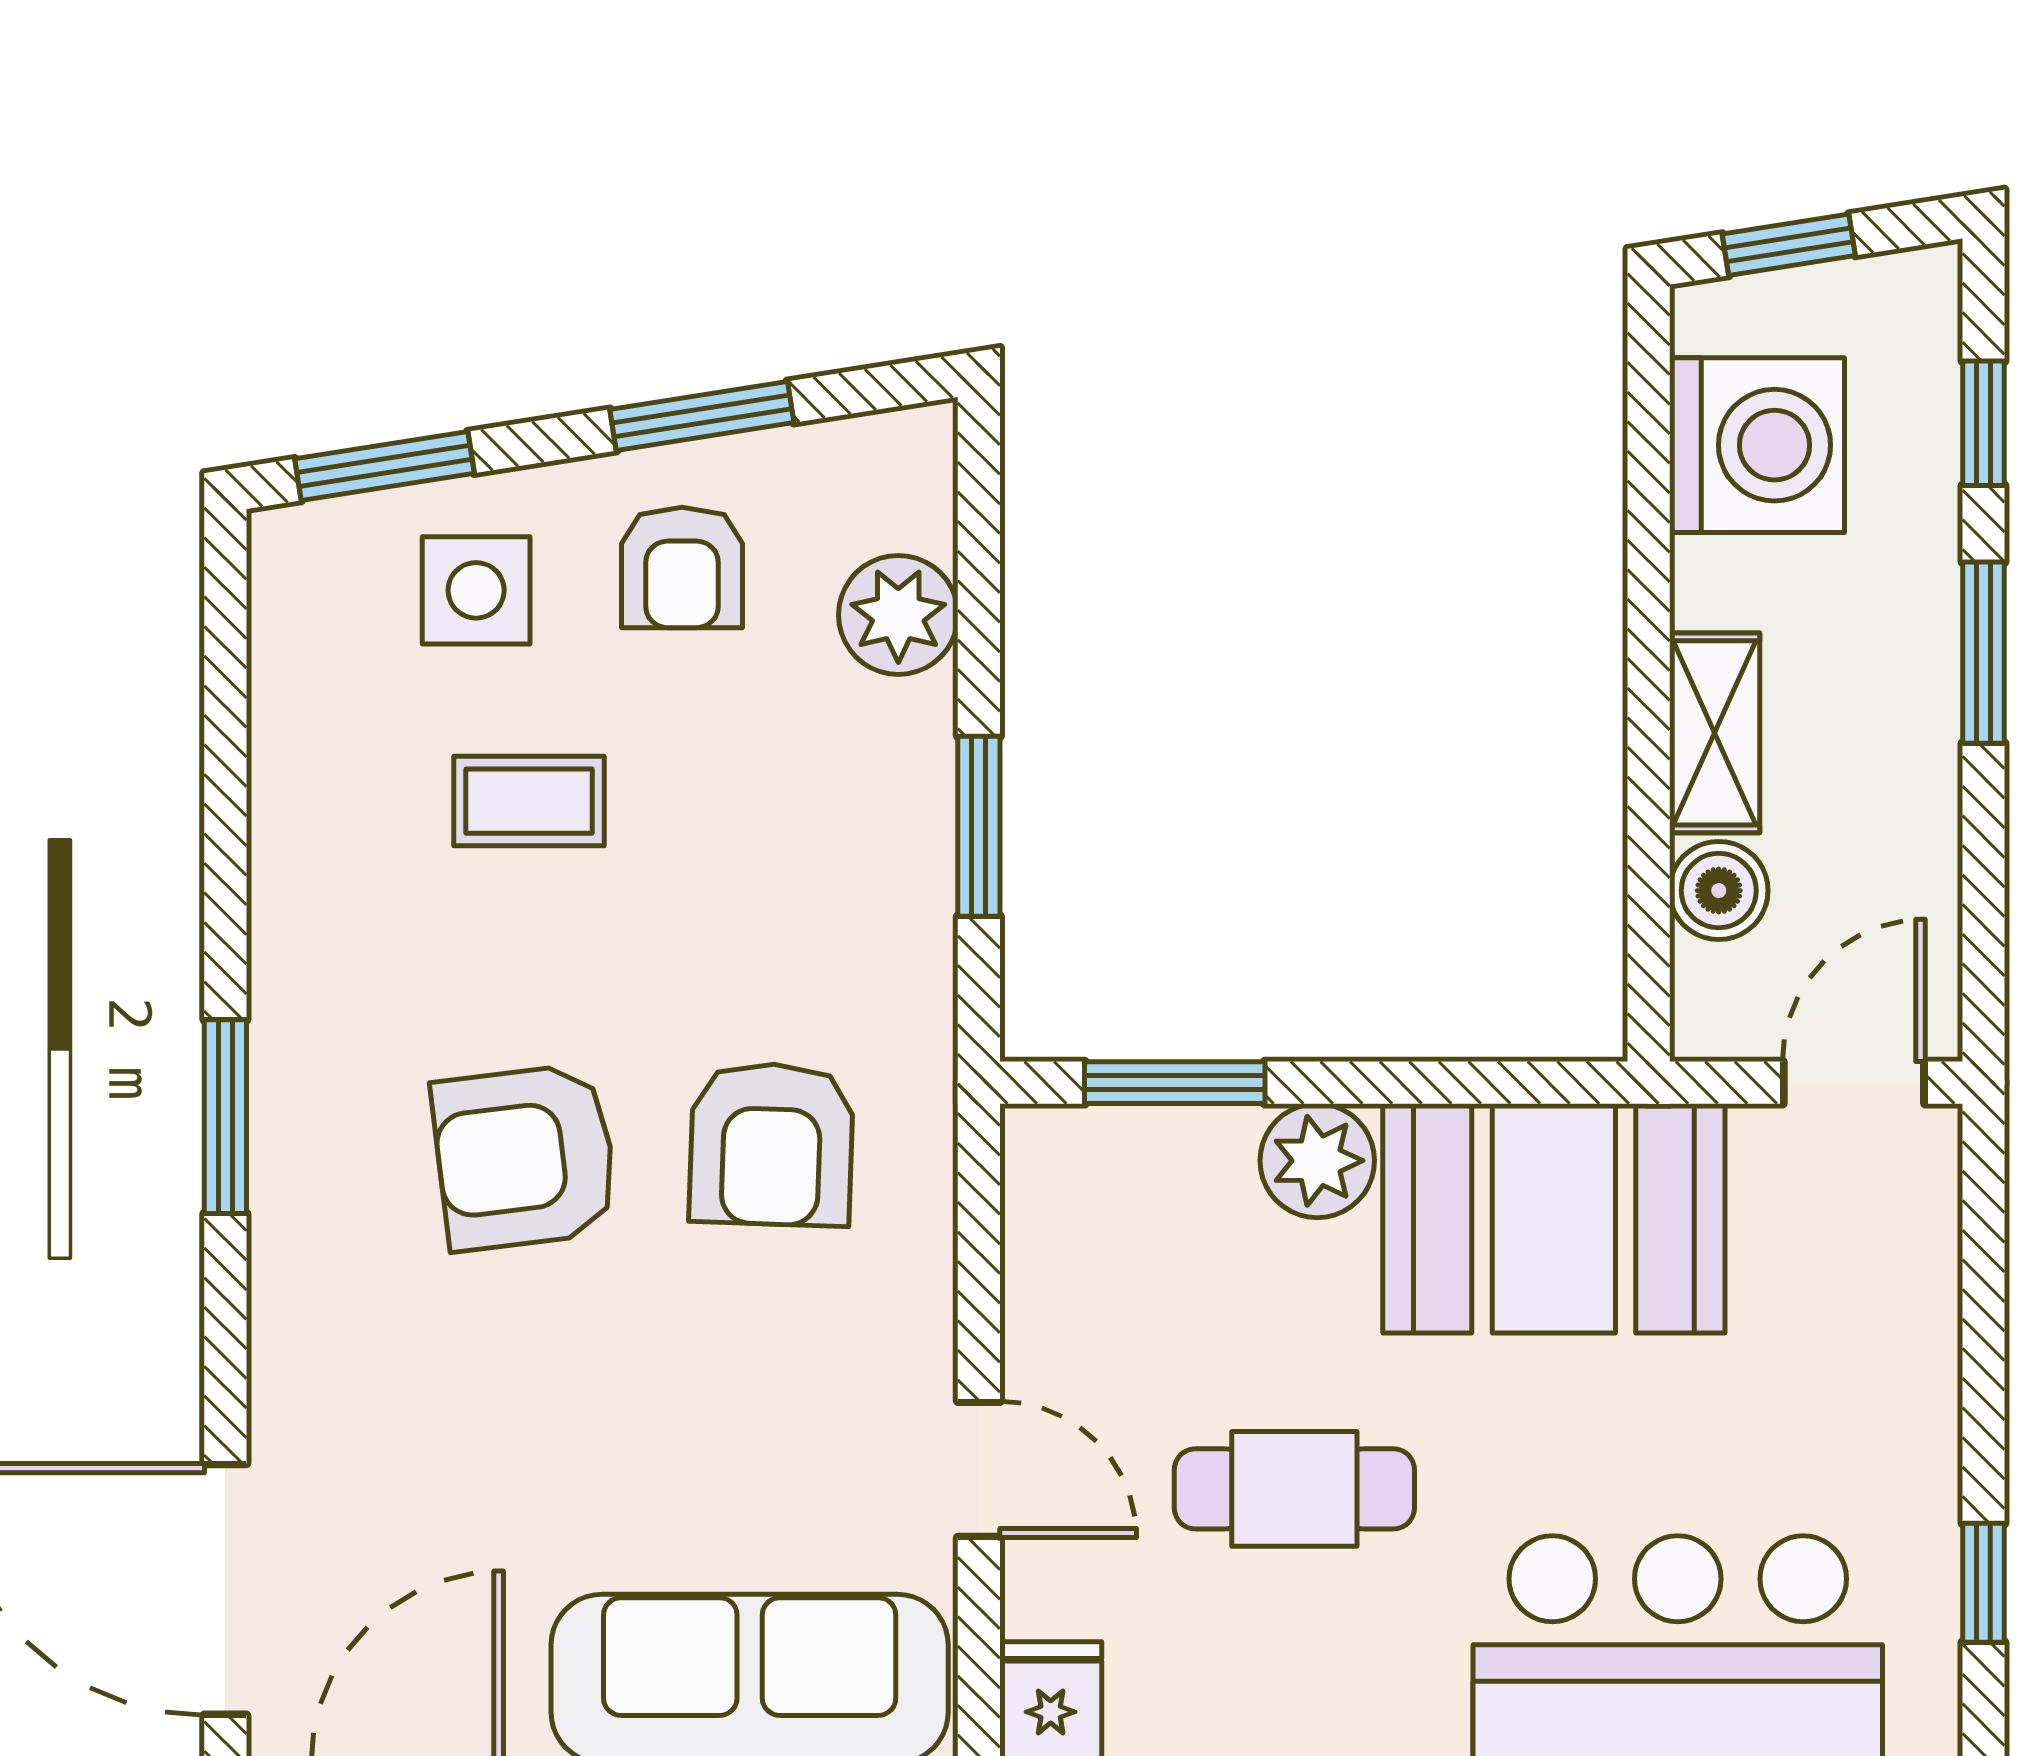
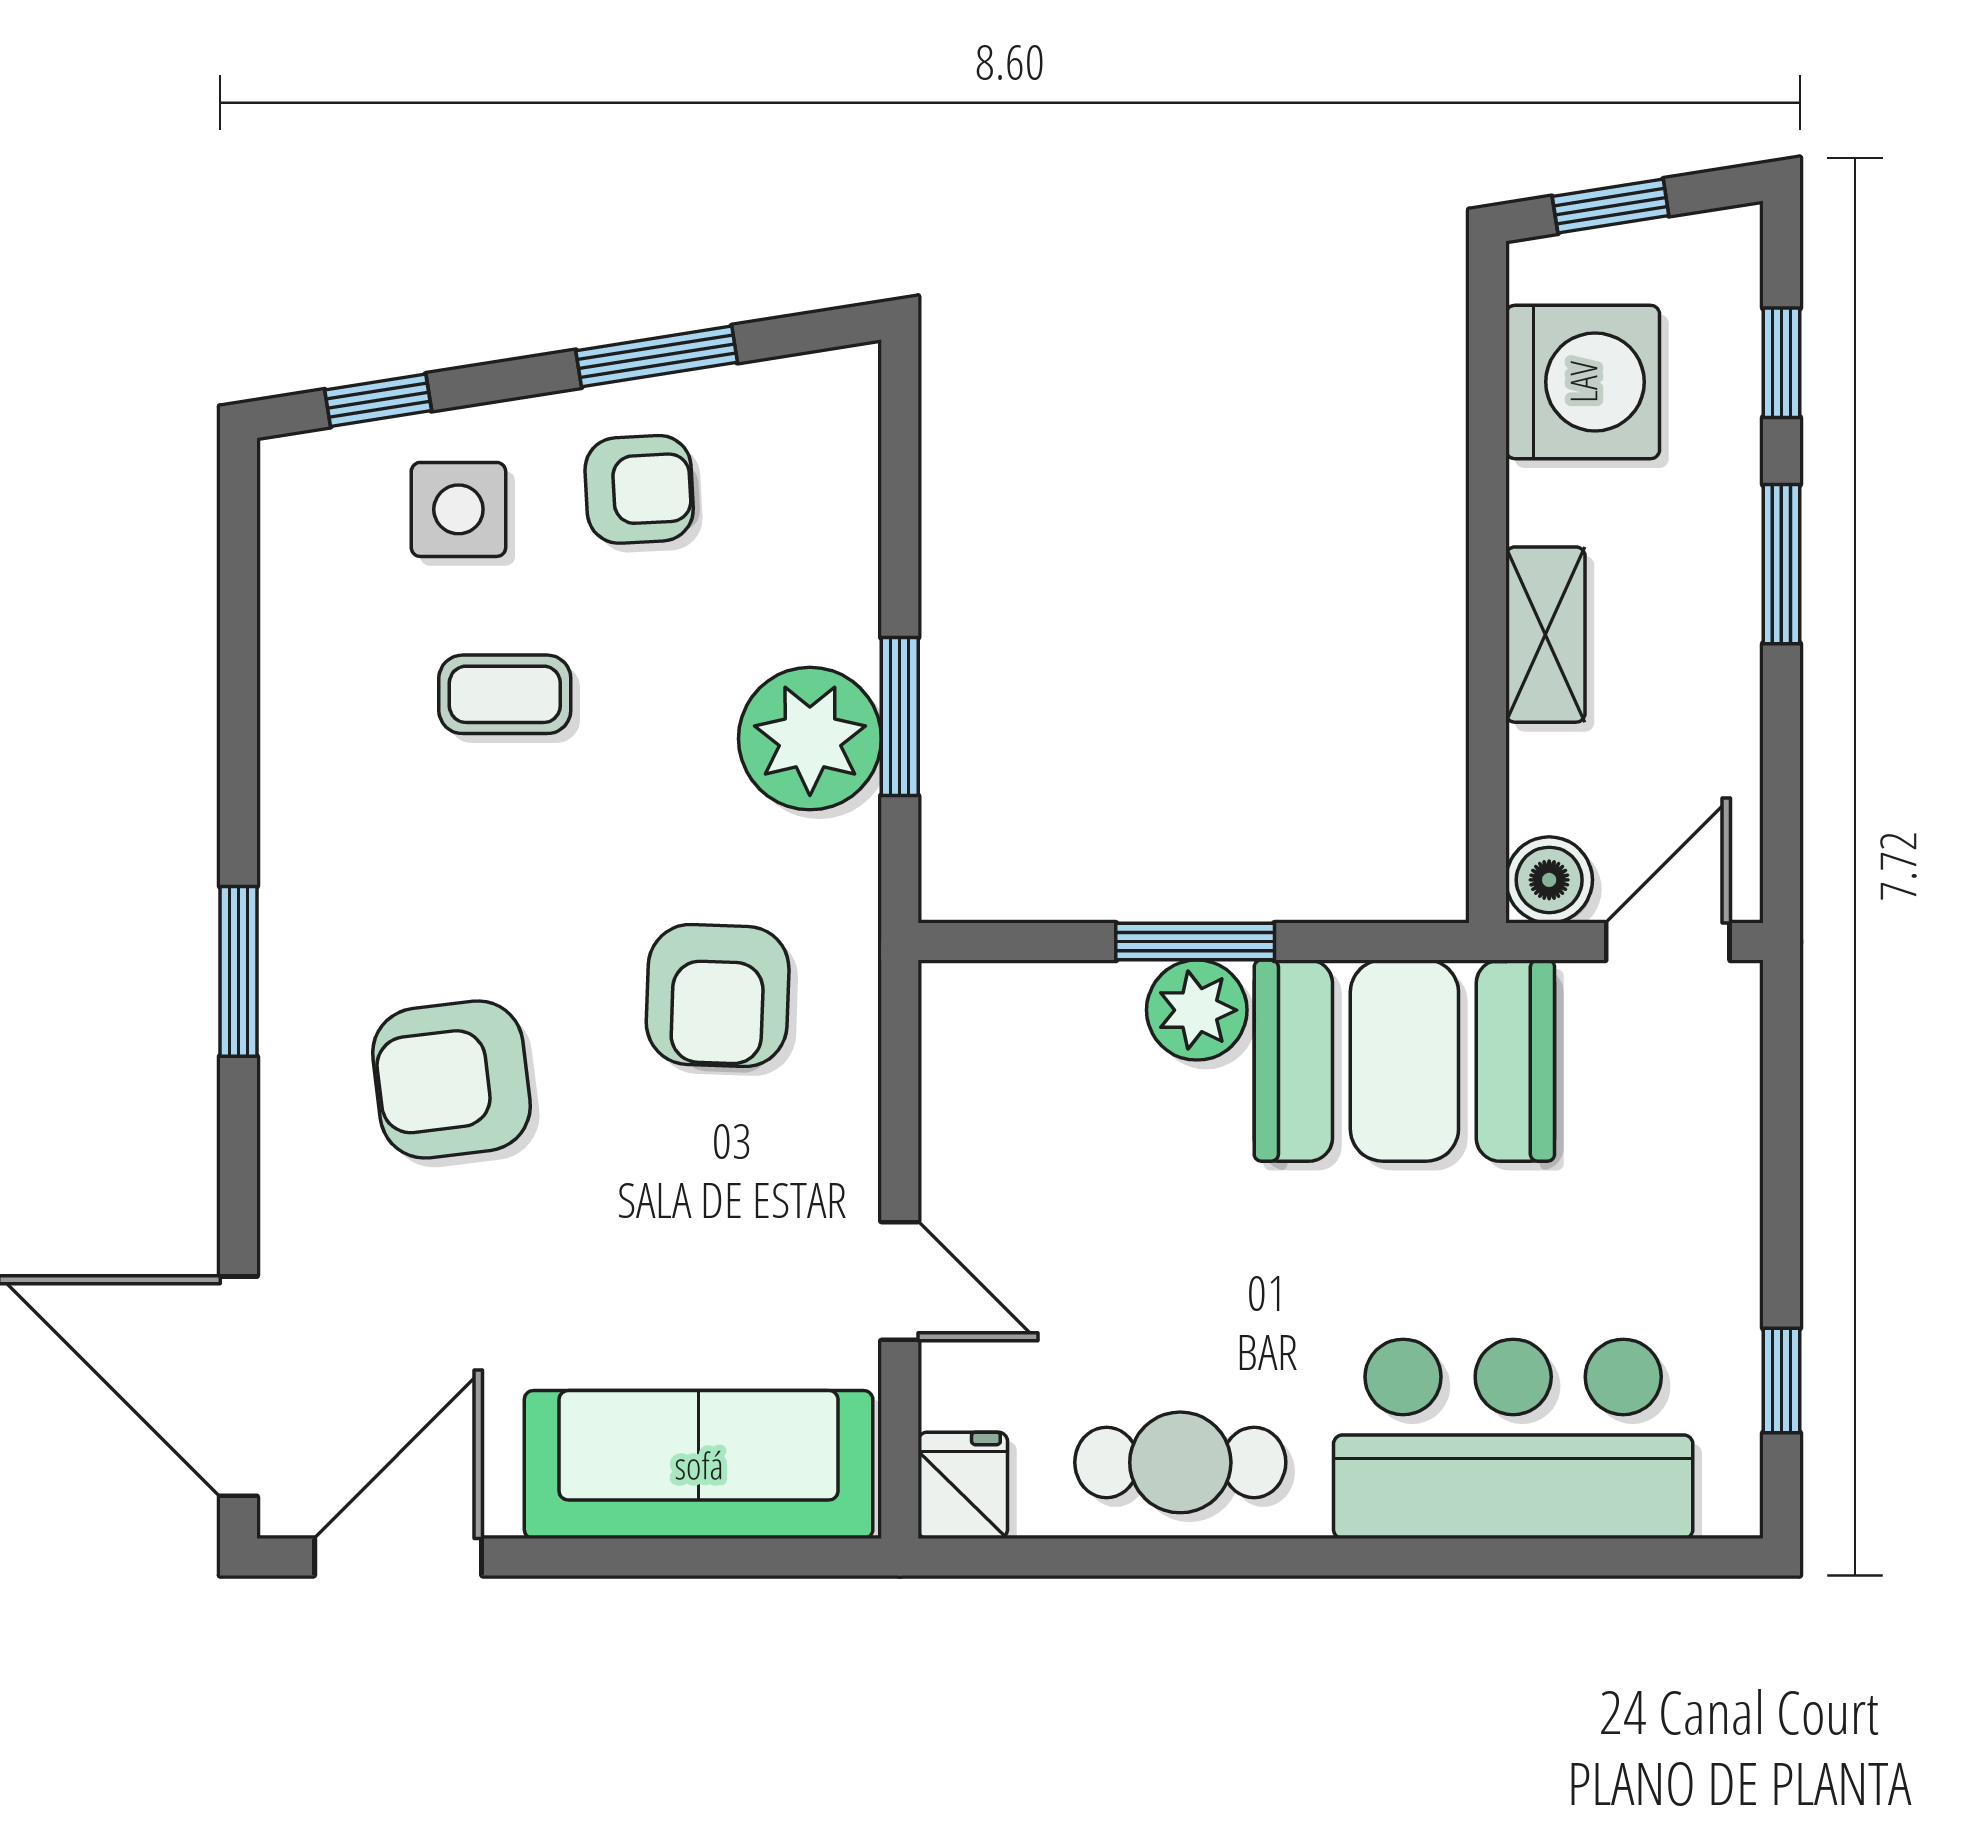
window: (384, 466) -> (378, 400), width x0.67
armchair: (682, 568) -> (639, 489), turned -93
plant: (898, 615) -> (810, 739), moved, width x1.36, depth x1.36
boiler: (1719, 891) -> (1549, 880), moved
window: (1175, 1083) -> (1195, 942), moved
armchair: (525, 1157) -> (451, 1079), moved
cafe table: (1294, 1489) -> (1180, 1462), moved

